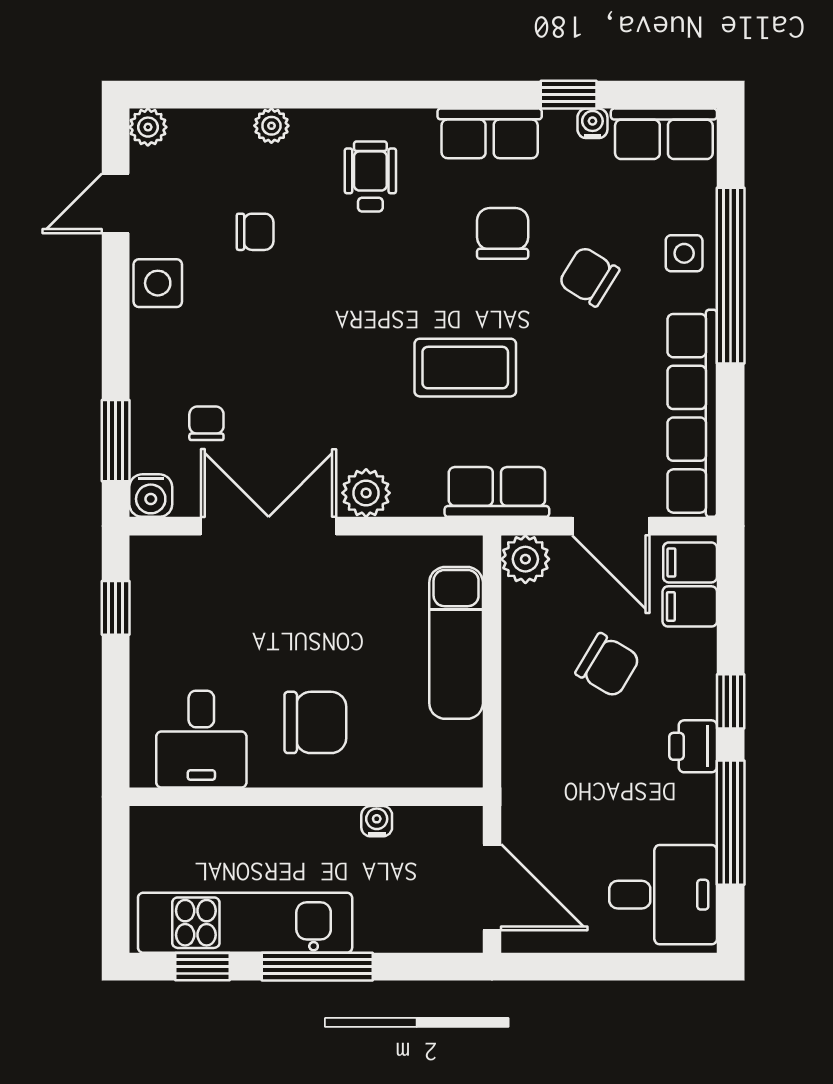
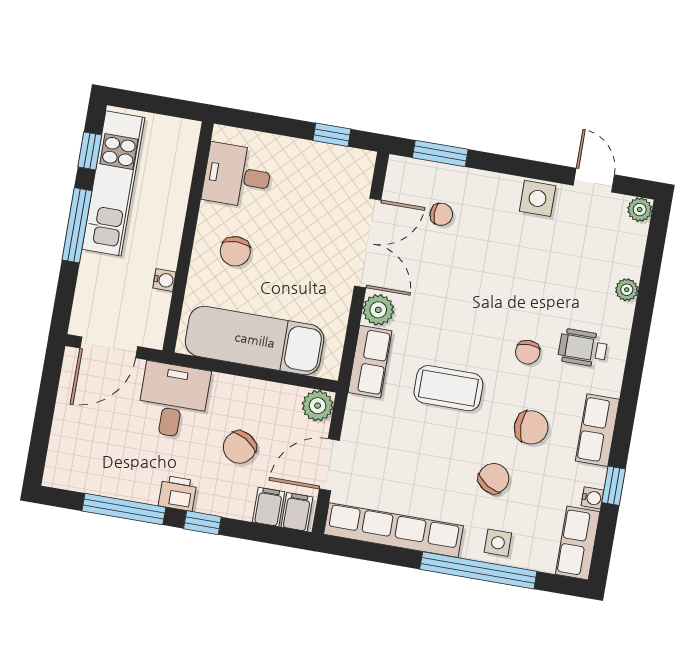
wheelchair: (370, 177) -> (583, 348), turned 180
chair: (255, 232) -> (528, 352), moved
coffee table: (465, 368) -> (448, 388), turned 90
row of seats: (497, 492) -> (370, 362), moved
water cooler: (151, 496) -> (401, 170), removed
exam couch: (456, 643) -> (255, 340), width x1.36, depth x1.45
chair: (315, 722) -> (235, 251), width x0.73, depth x0.73
desk: (663, 895) -> (173, 400), moved, turned 180

